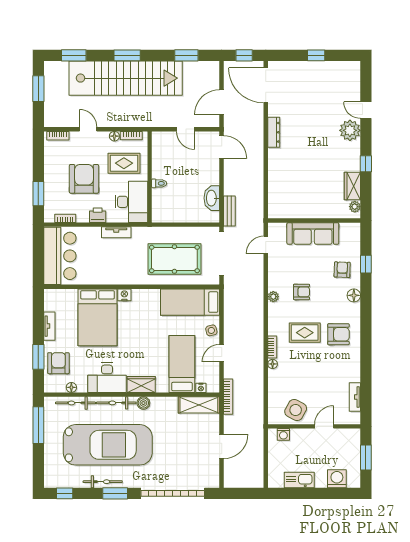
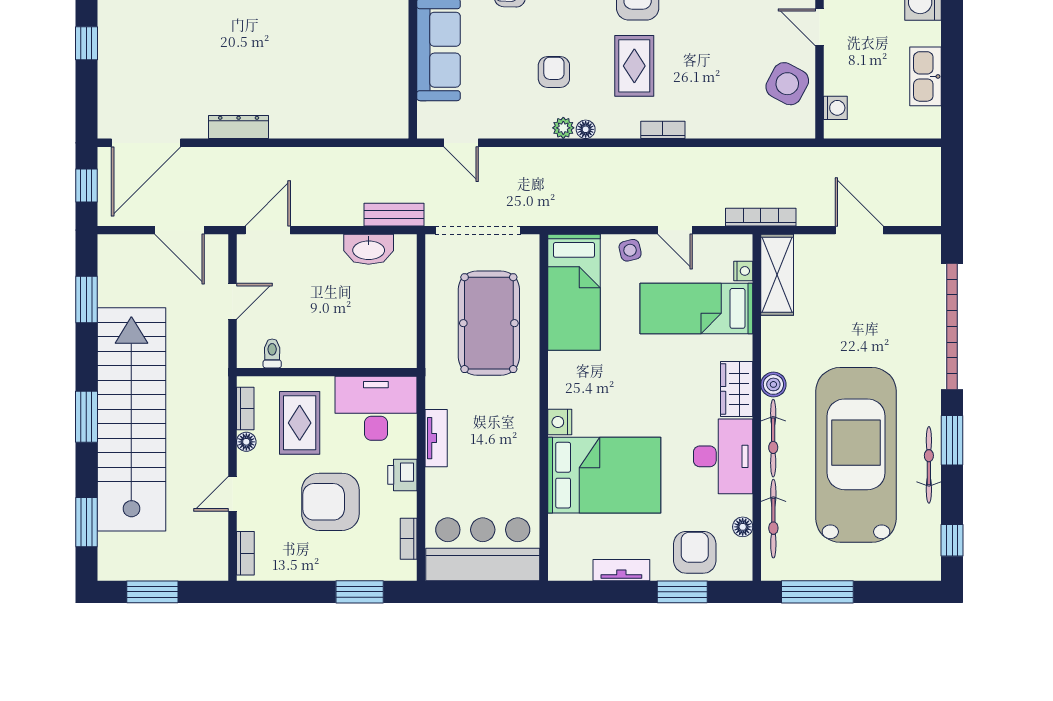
toilet: (159, 183) -> (272, 353), moved
armchair: (58, 363) -> (695, 552), turned 90
floor lamp: (273, 364) -> (586, 129), moved

